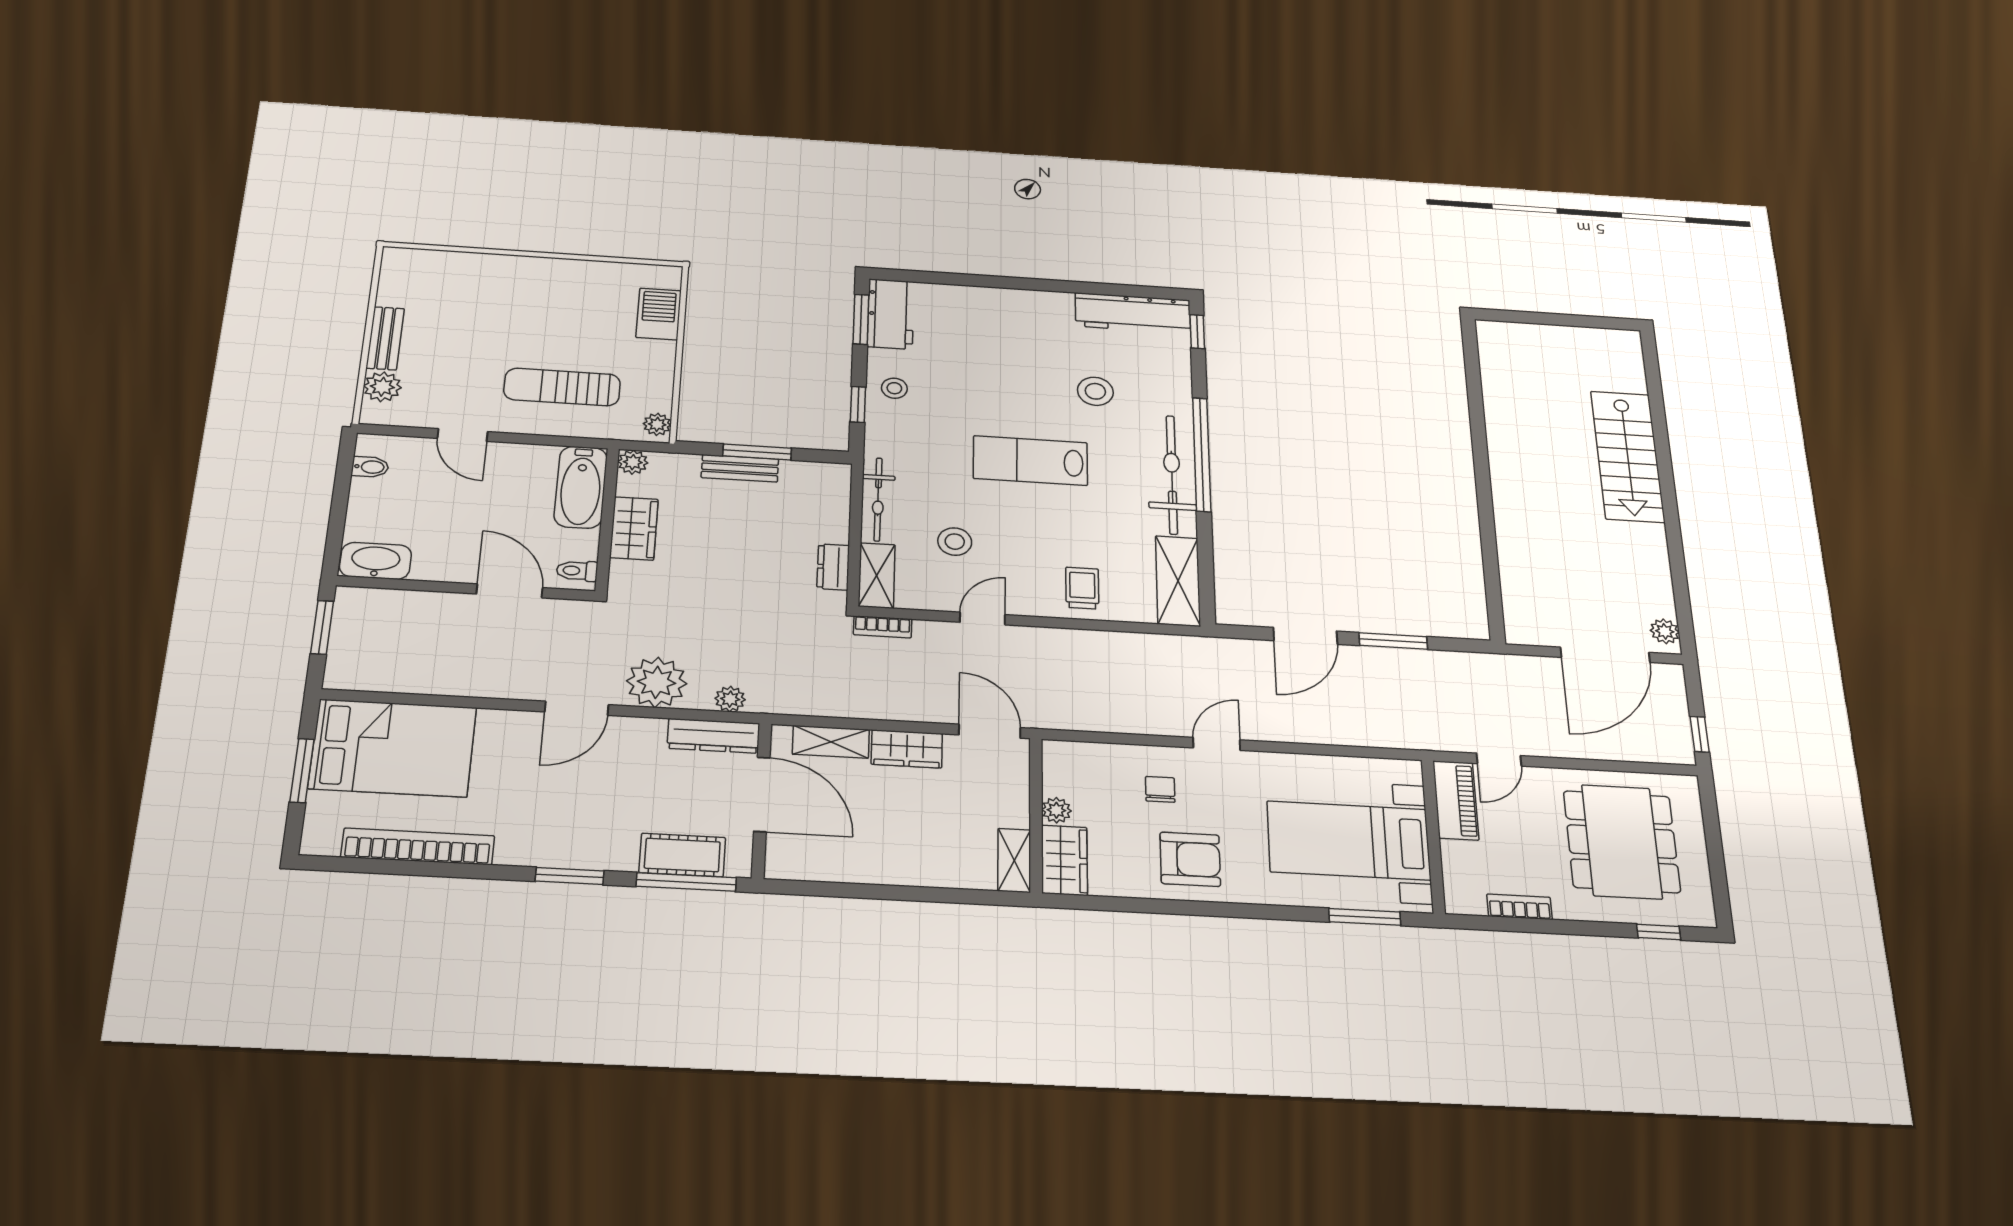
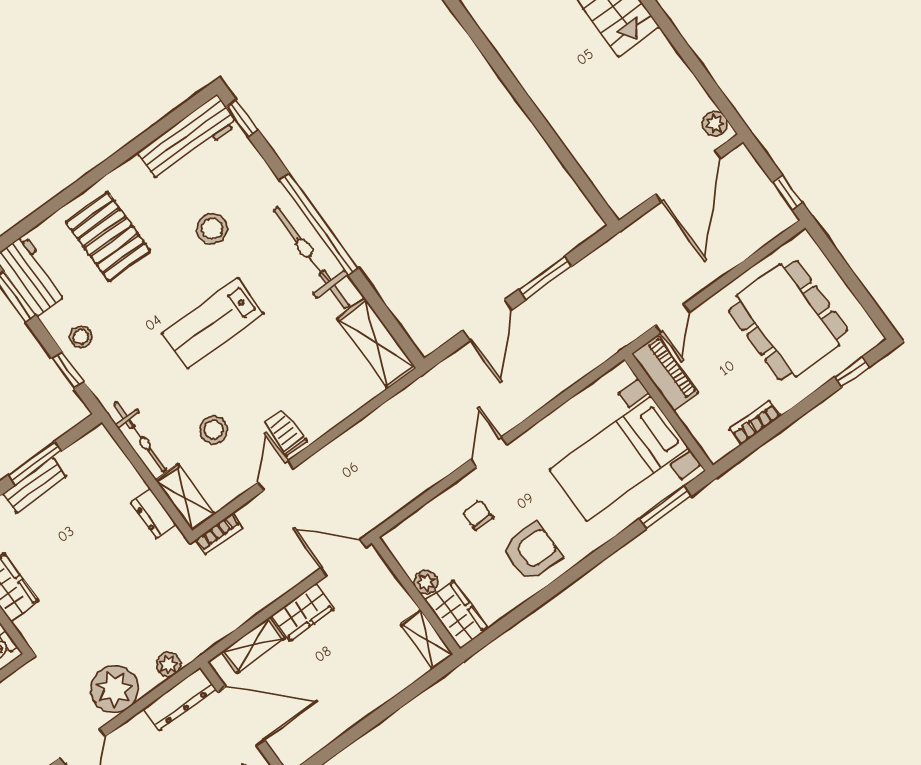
pallet: (991, 334) -> (108, 237), added
trolley: (1082, 588) -> (285, 433), moved

